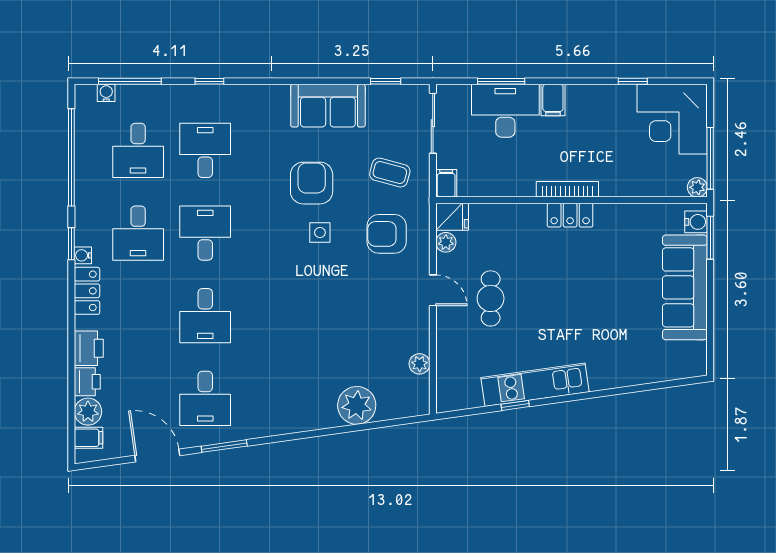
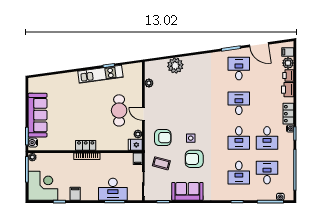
filing cabinet: (553, 100) -> (75, 194), moved
armchair: (312, 183) -> (194, 159), turned 90
desk: (138, 233) -> (267, 138), turned 180
cafe table: (491, 298) -> (119, 110), width x1.37, depth x1.35

